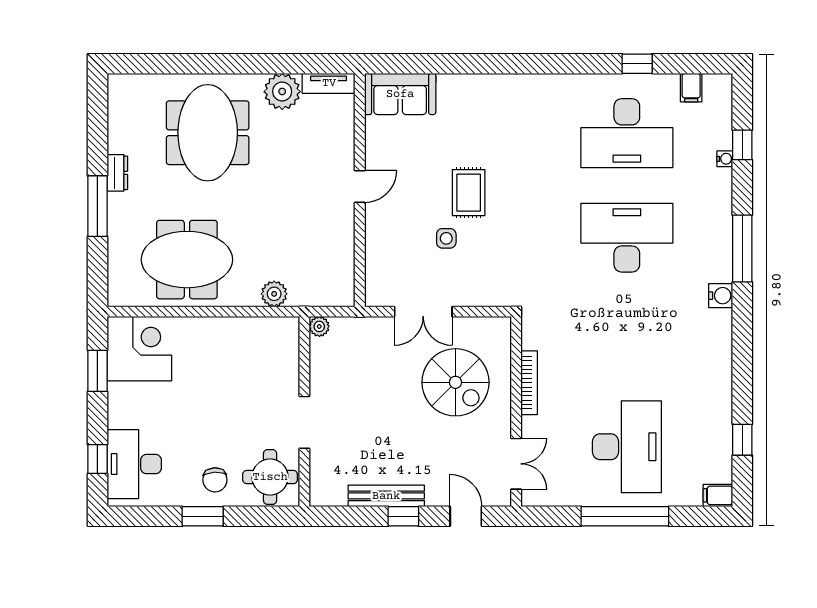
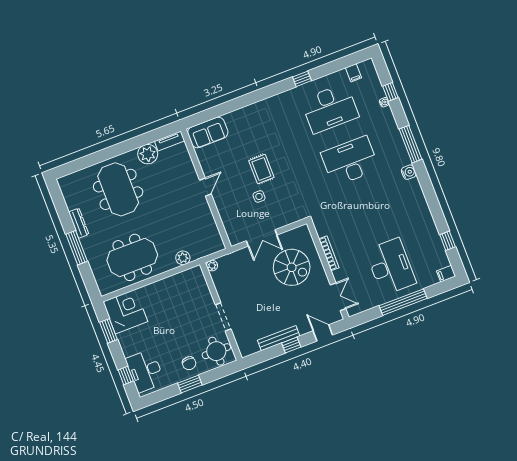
window: (637, 64) -> (302, 79), moved
dresser: (117, 173) -> (79, 223), width x1.44

